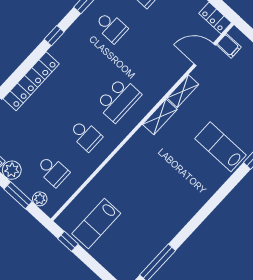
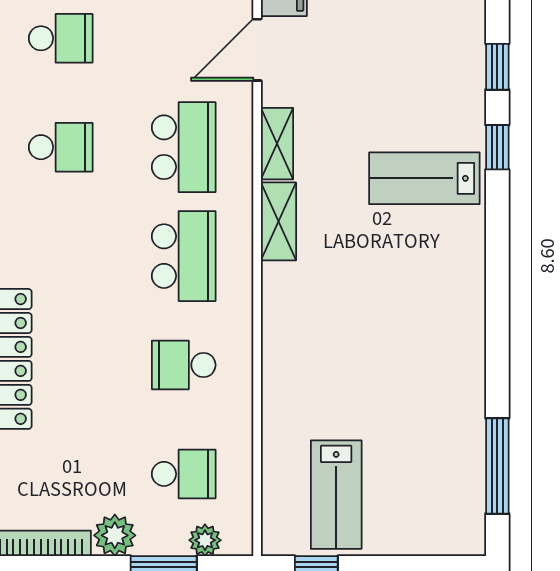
school desk: (151, 64) -> (184, 147), added
school desk: (86, 135) -> (184, 365), turned 180

